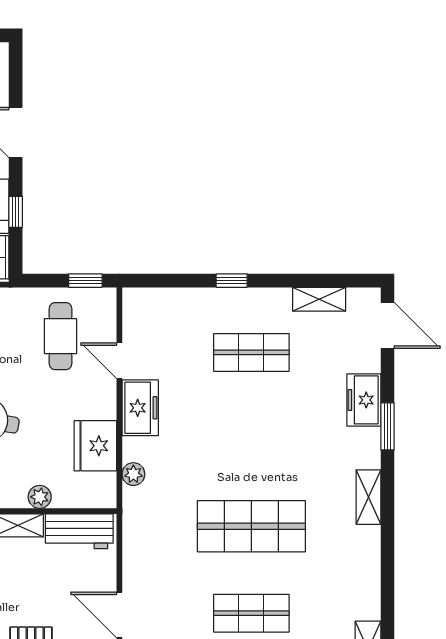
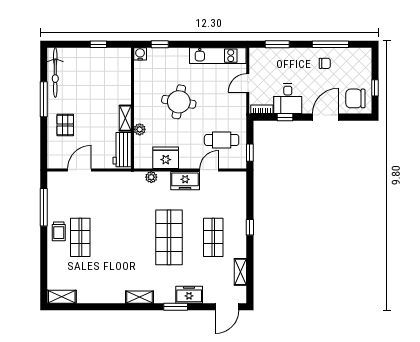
shop shelf: (251, 526) -> (169, 237), moved

